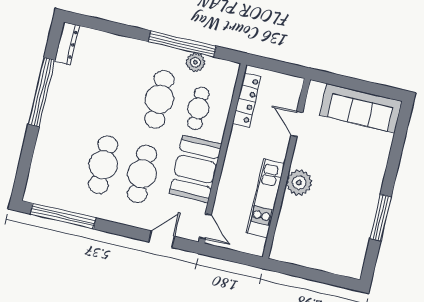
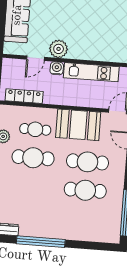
water cooler: (278, 151) -> (57, 68), added
plant: (299, 183) -> (59, 49), moved

